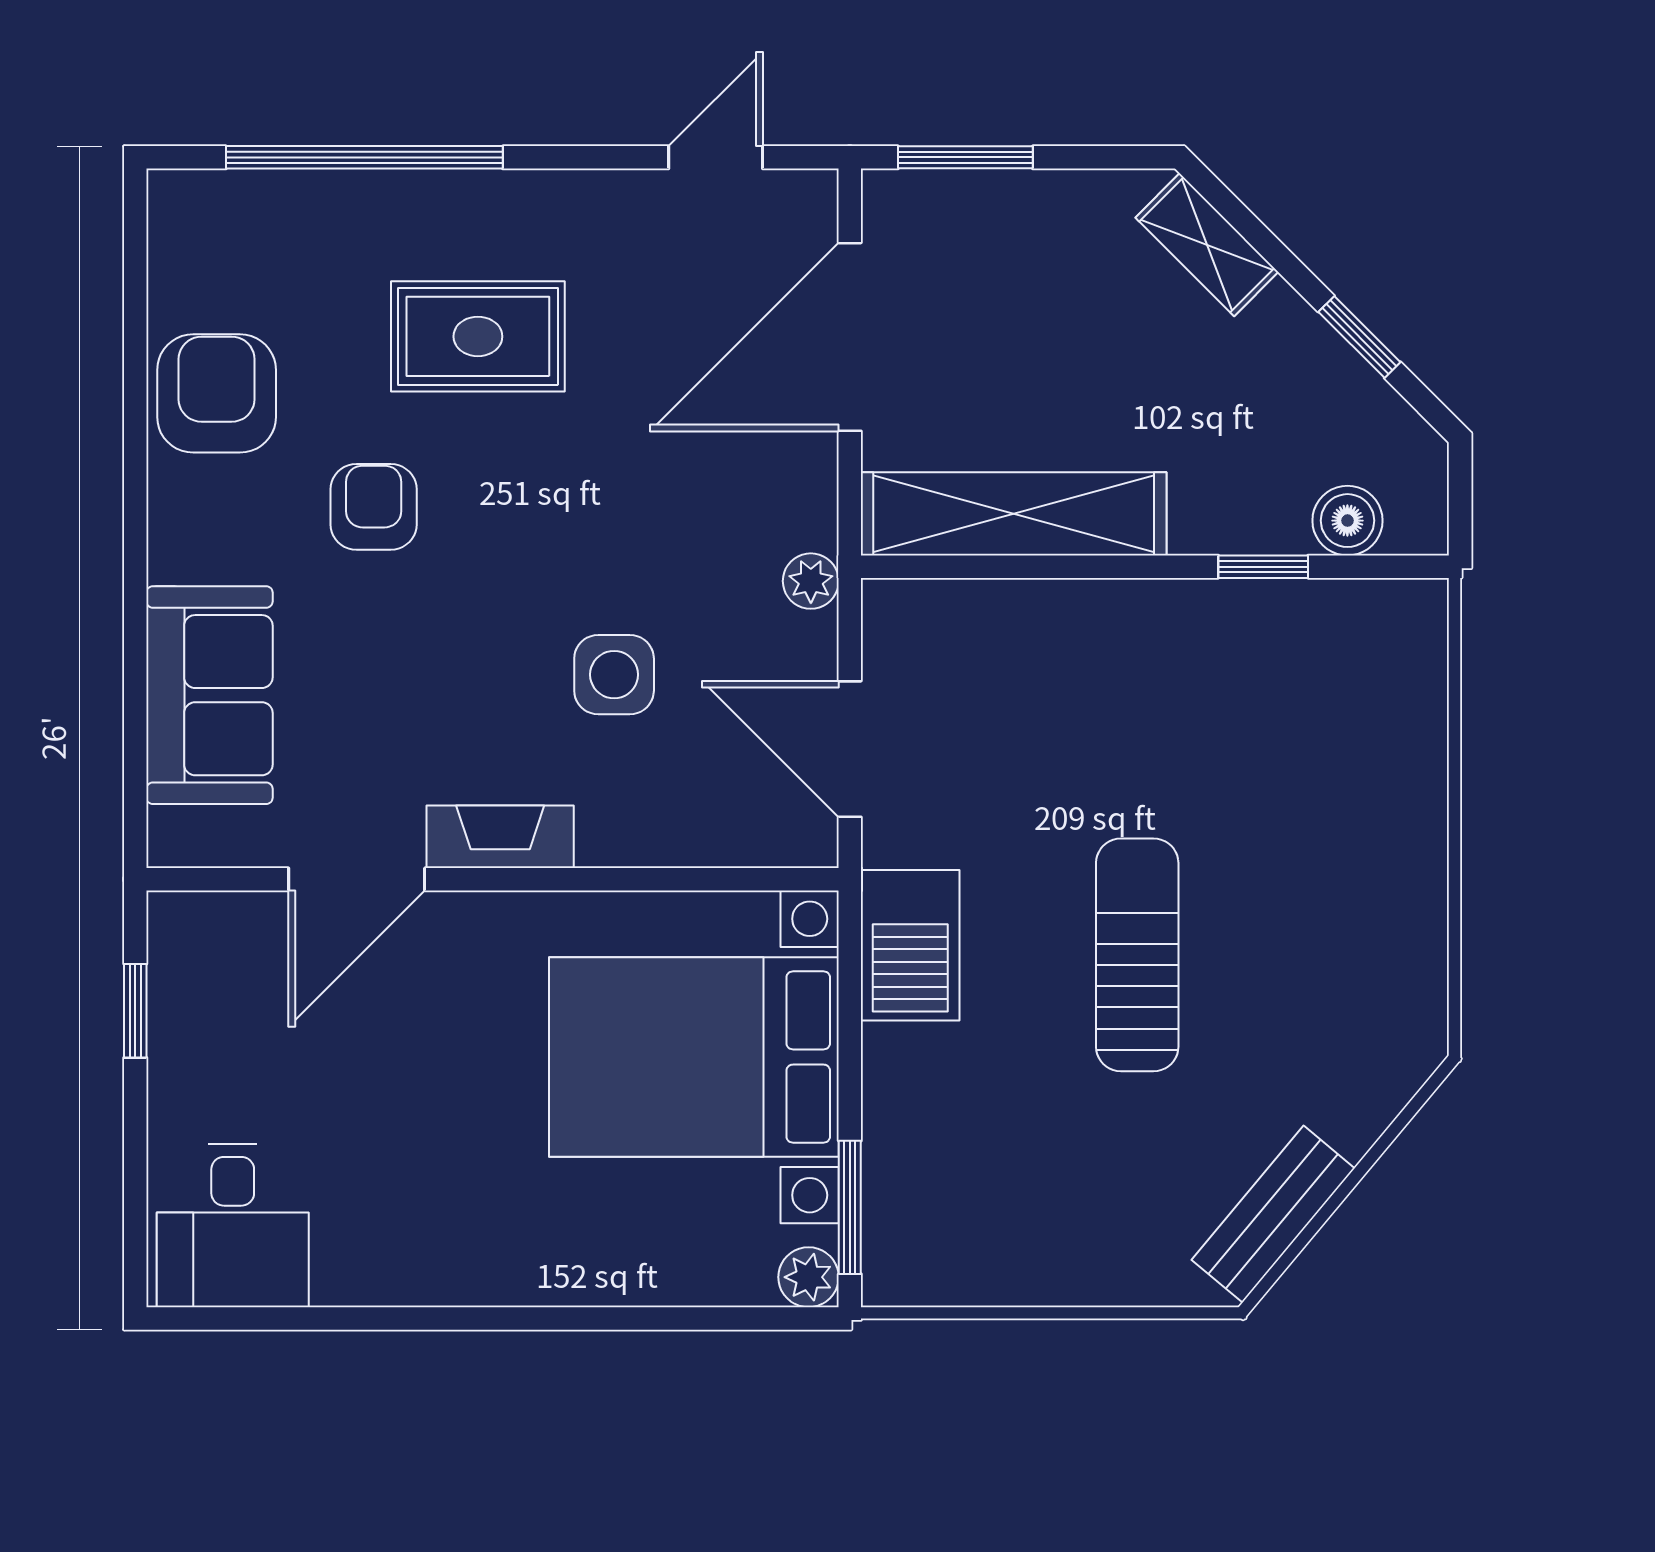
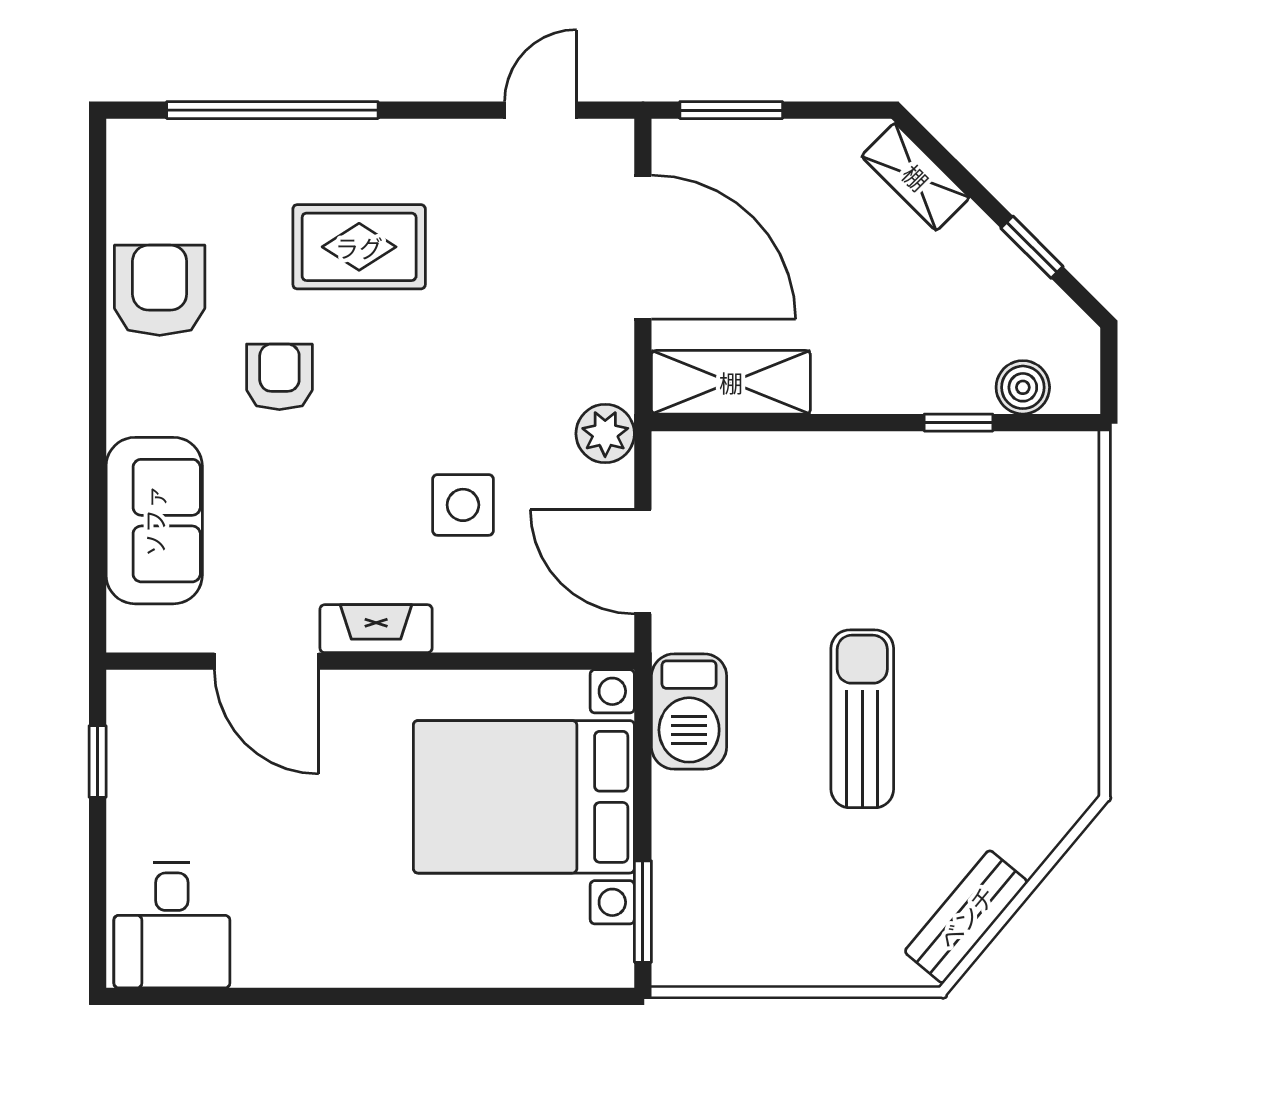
door: (850, 337) -> (643, 247), swing flipped
shelving: (1014, 514) -> (731, 382), width x0.68
plant: (811, 581) -> (605, 434), width x1.38, depth x1.38
door: (357, 879) -> (267, 661), hinge flipped
plant: (809, 1277) -> (611, 965), removed

